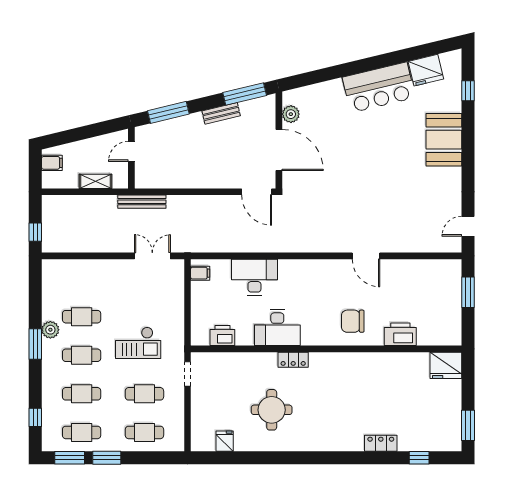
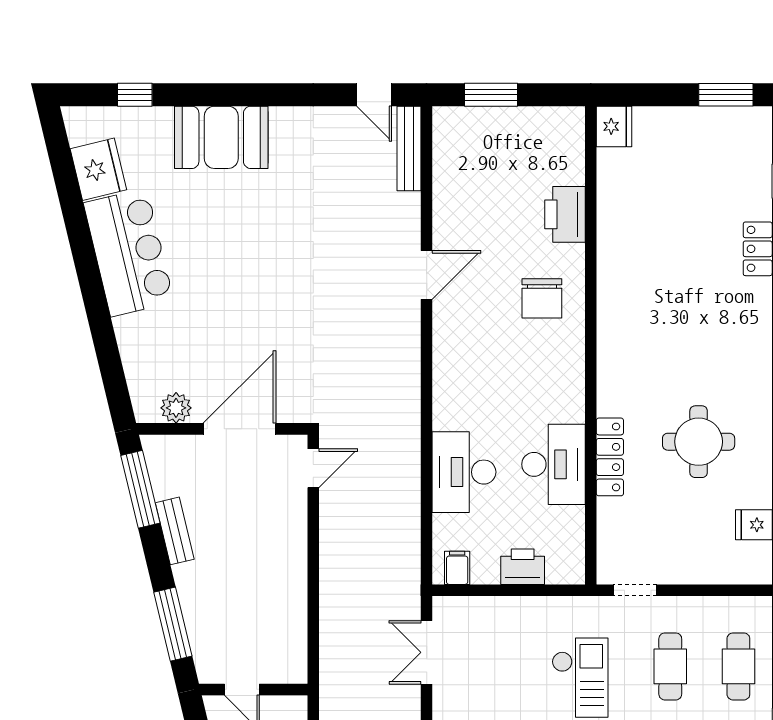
door: (257, 192) -> (313, 468), width x0.73
bench: (142, 202) -> (409, 148), moved
desk: (277, 328) -> (554, 464), moved
printer: (222, 336) -> (523, 567), moved, turned 90
locker: (293, 360) -> (610, 457), moved, width x1.53
fridge: (446, 365) -> (614, 126), width x0.73, depth x0.75

